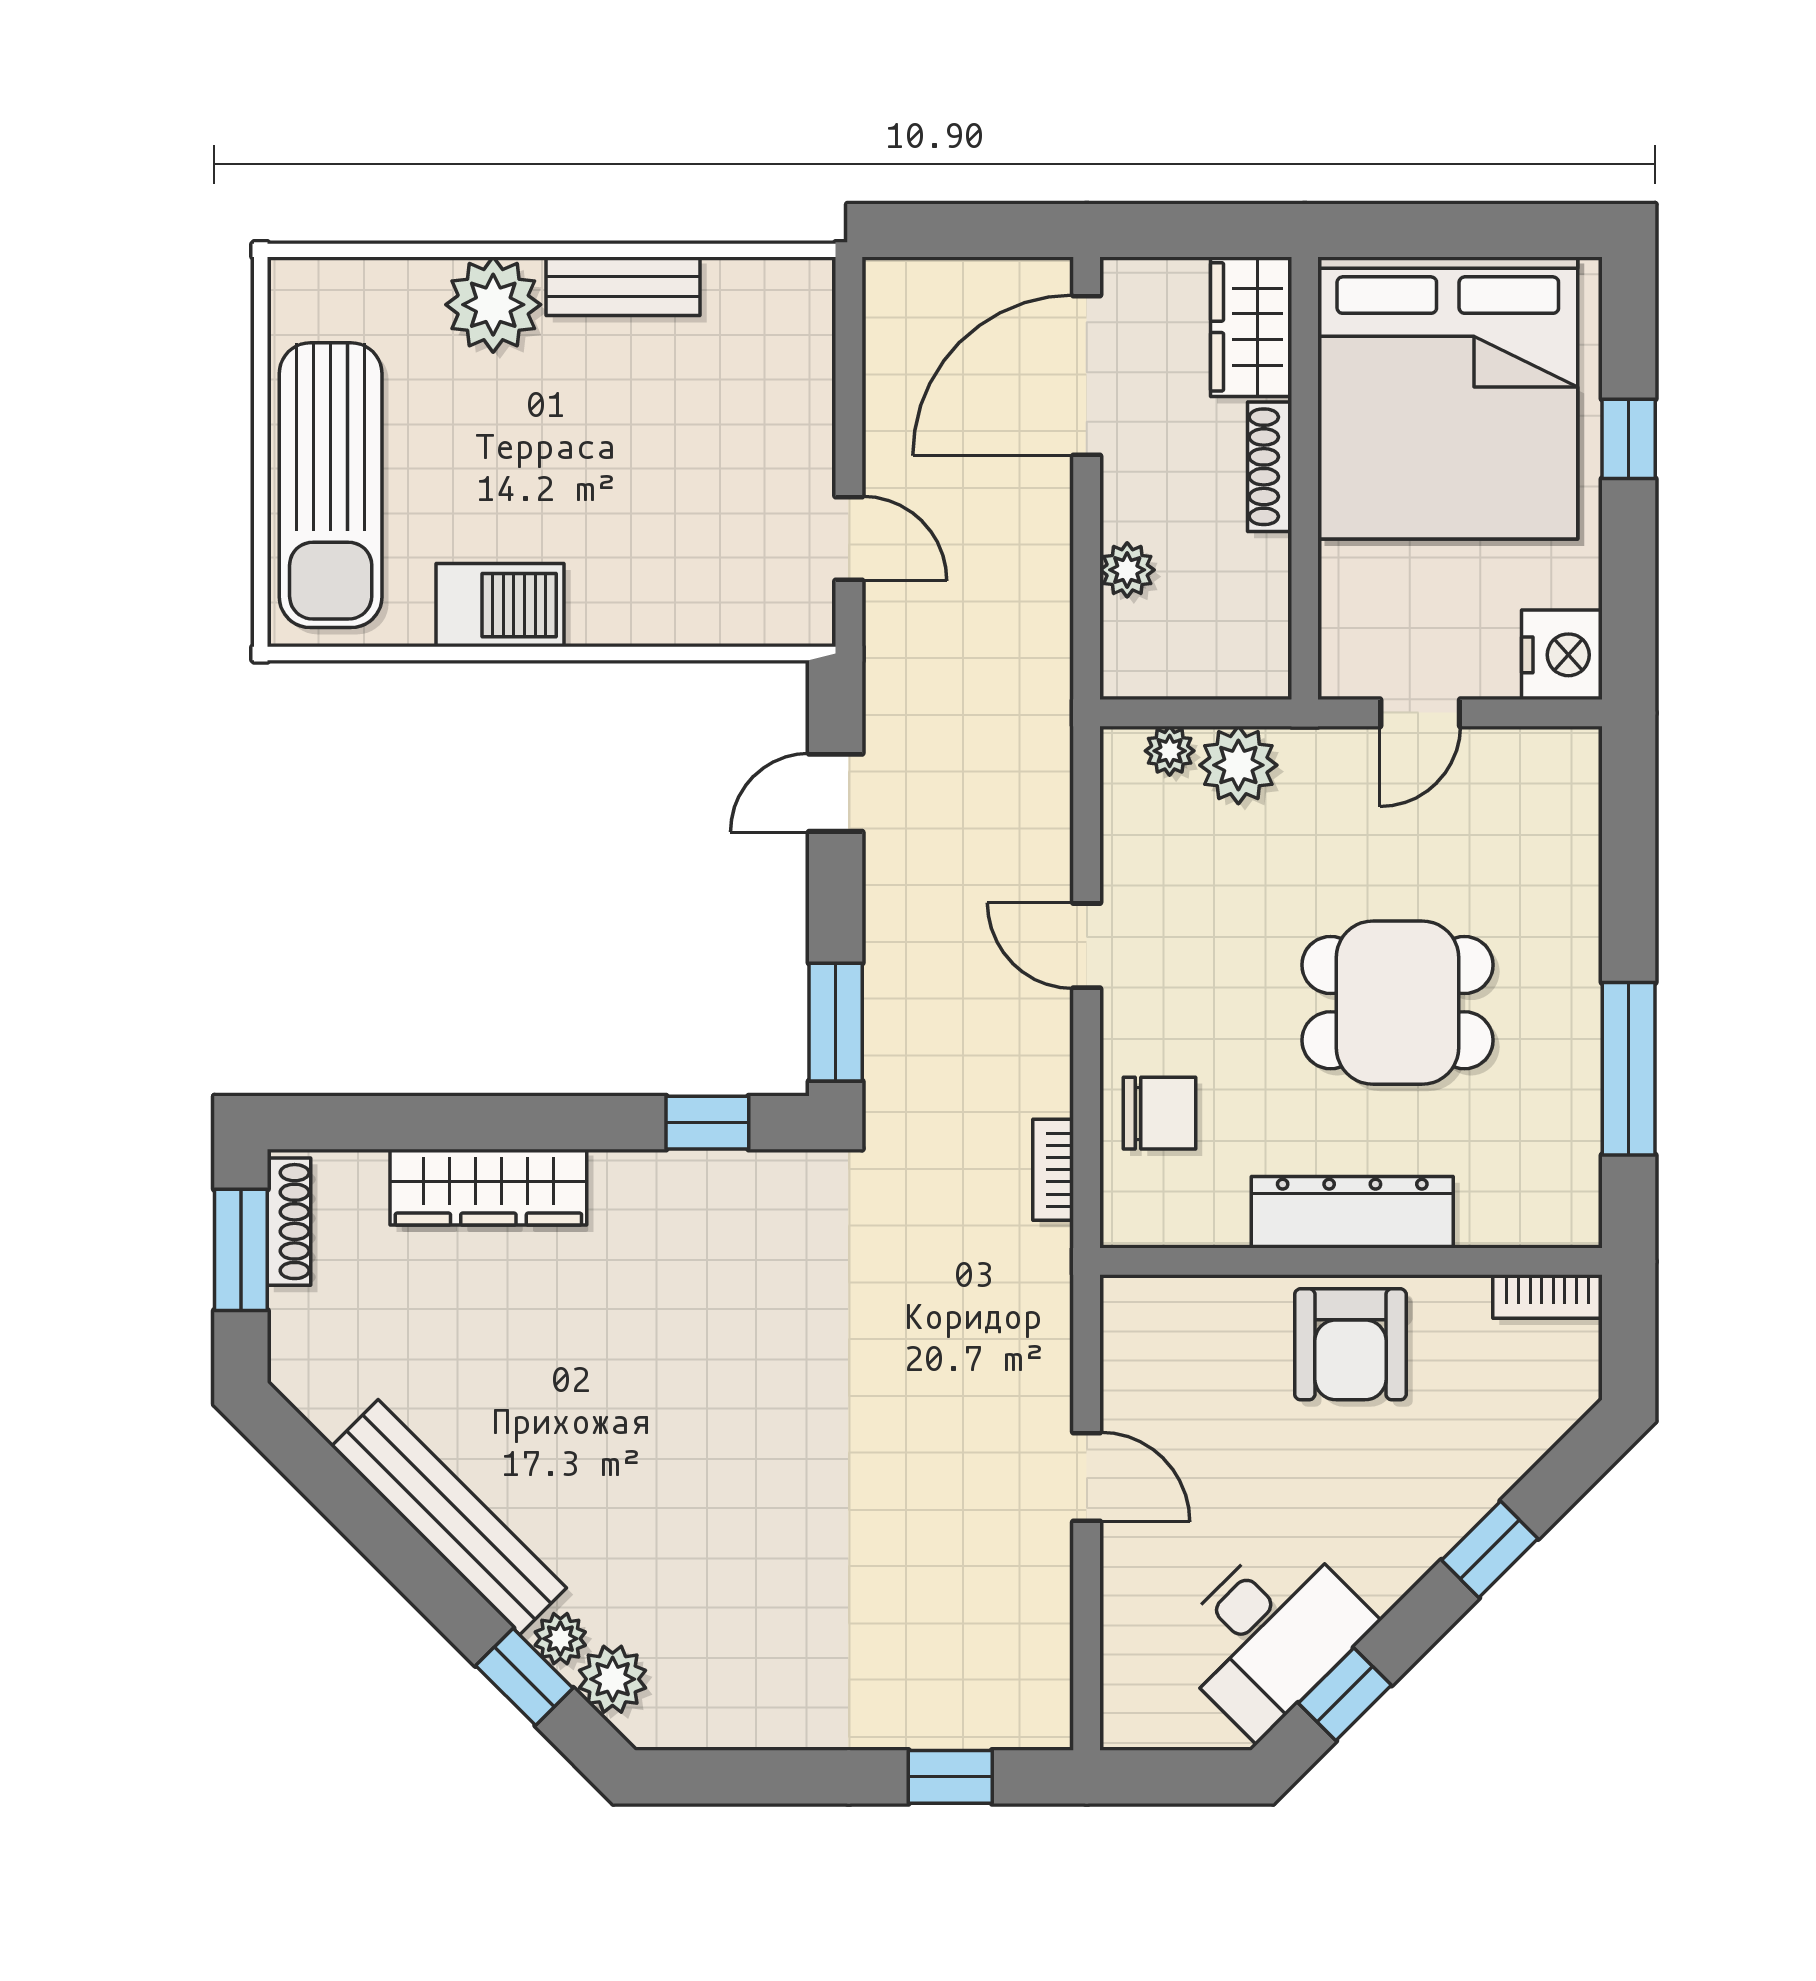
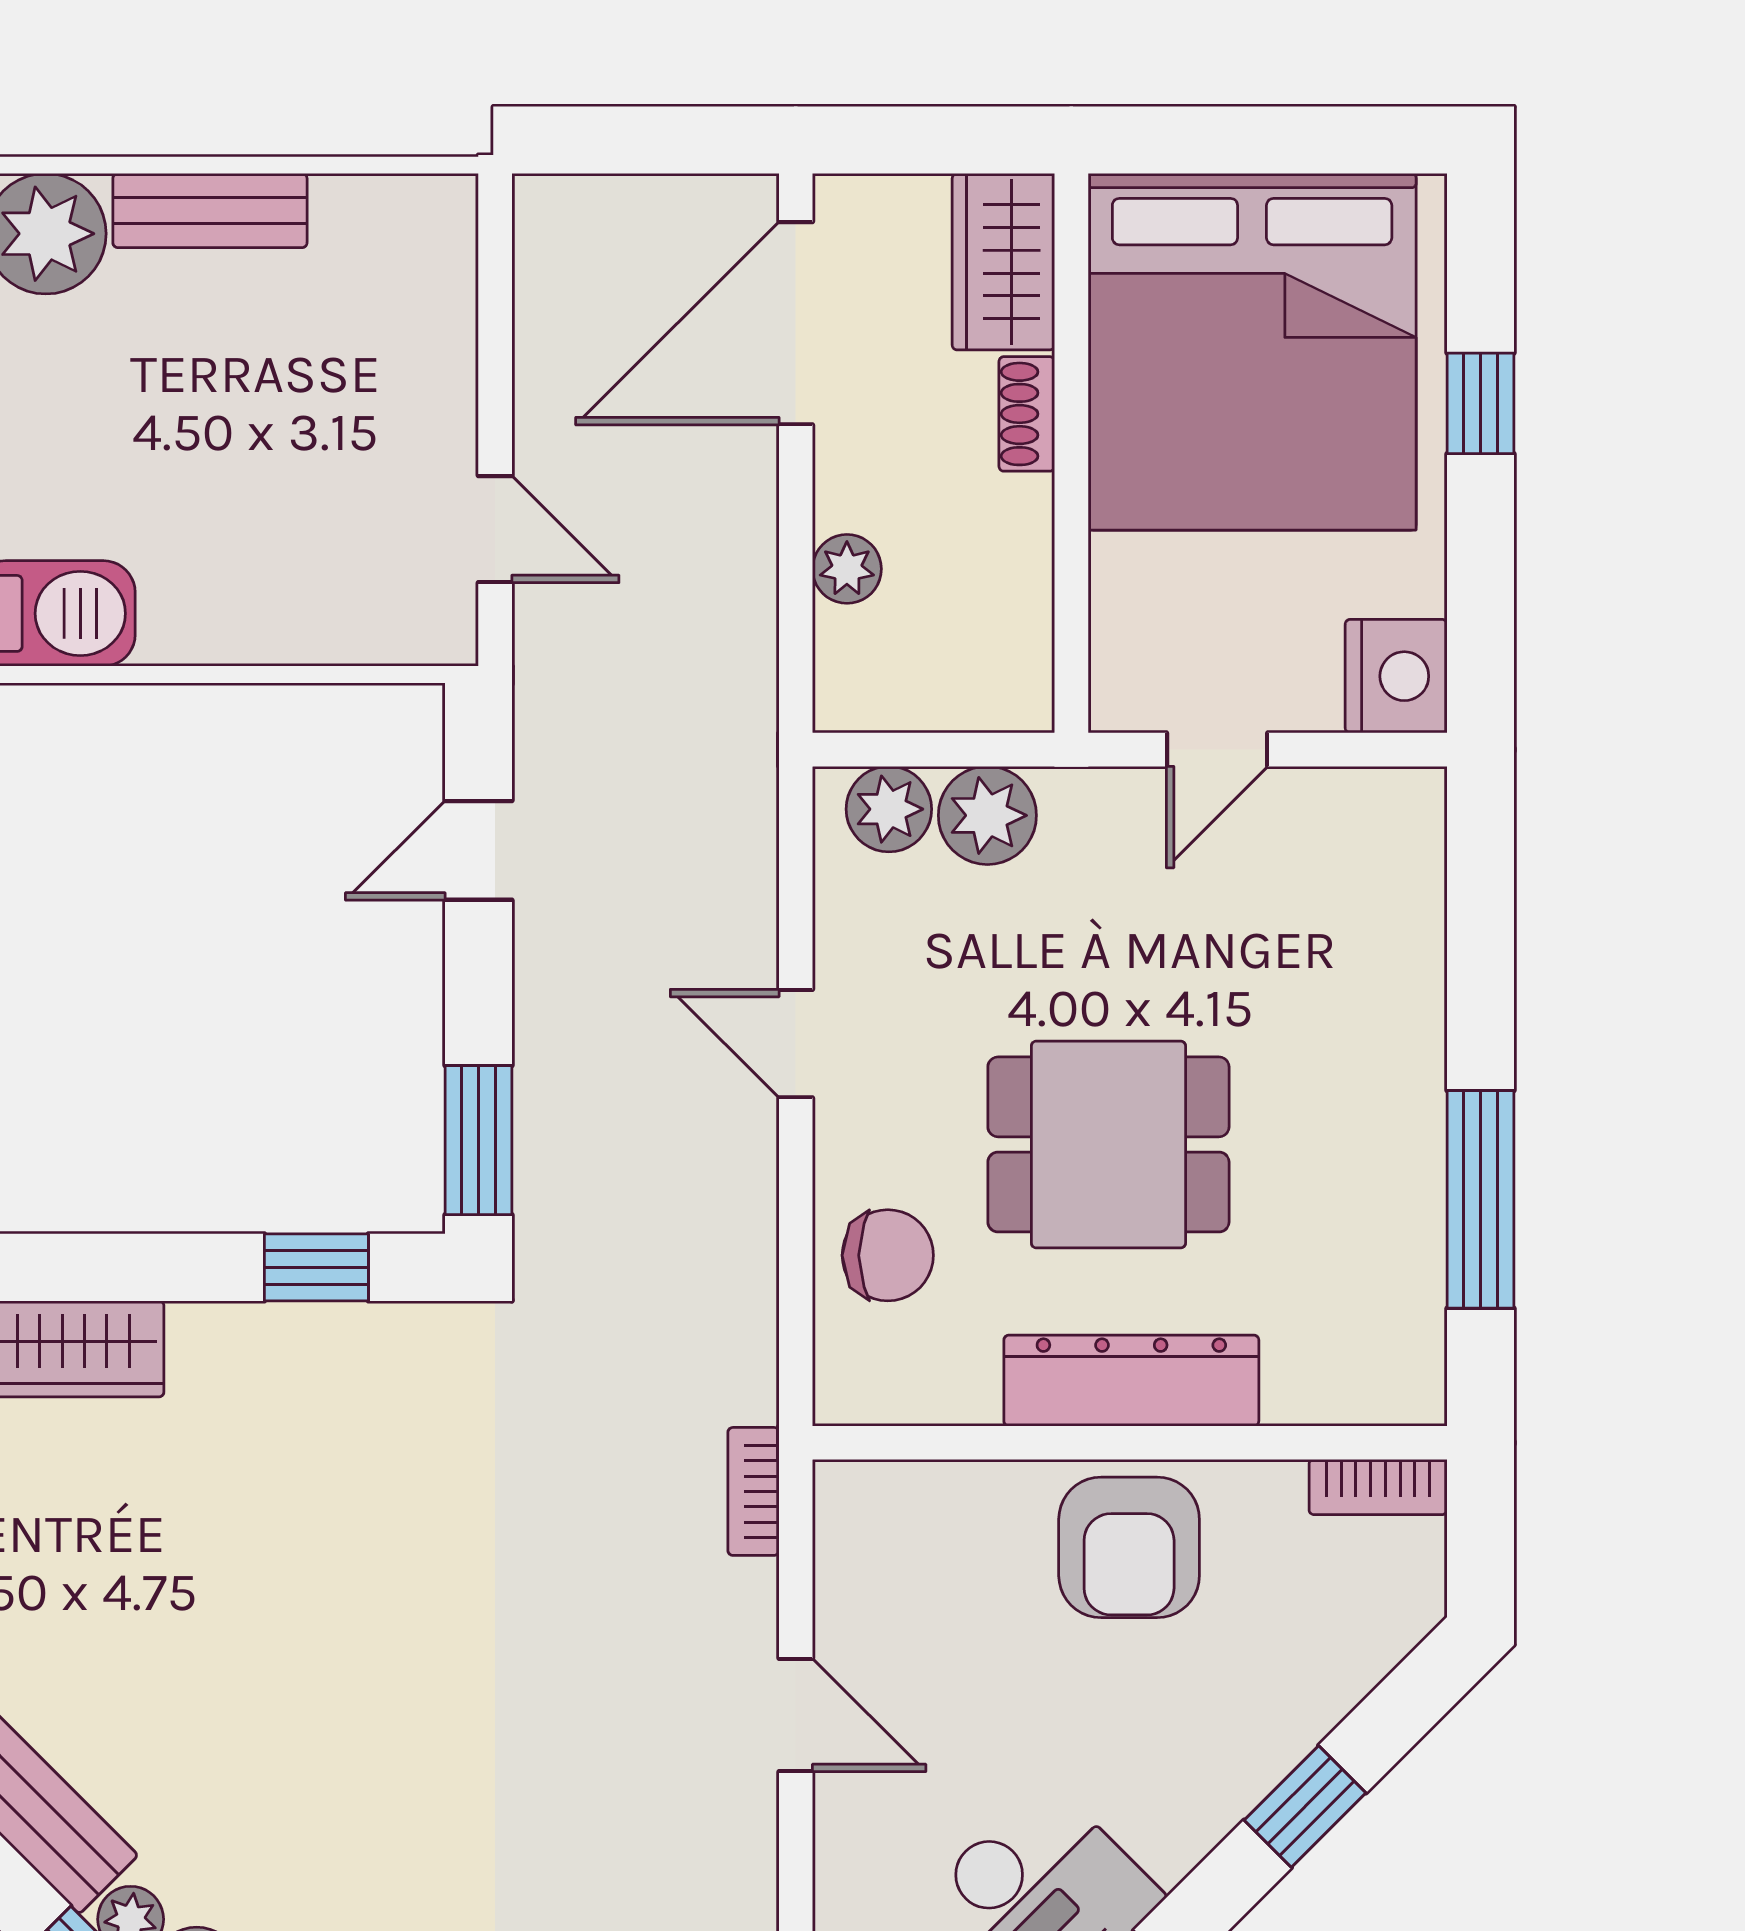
shoe rack: (1270, 467) -> (1027, 414), width x0.70
plant: (1170, 751) -> (889, 809), width x1.38, depth x1.38
dining table: (1397, 1003) -> (1108, 1144), moved
bookcase: (1053, 1170) -> (753, 1491), moved

